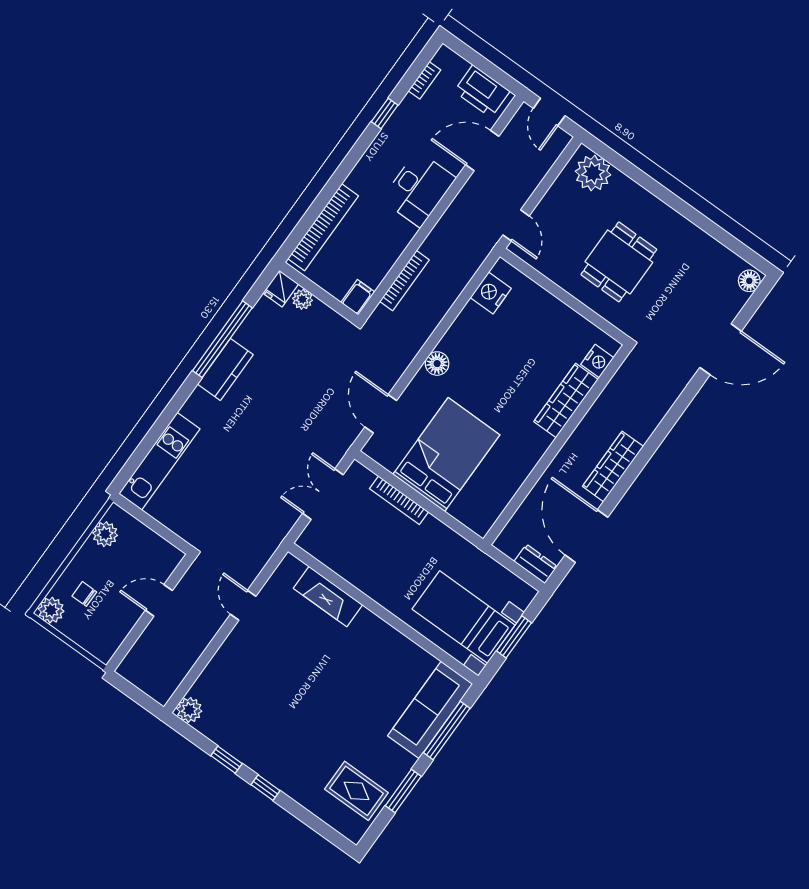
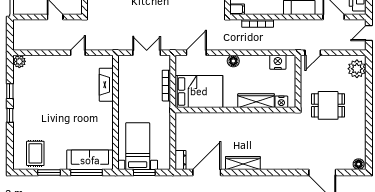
nightstand: (597, 361) -> (281, 102), moved
wardrobe: (566, 400) -> (256, 101), moved
wall: (557, 445) -> (235, 110), moved

